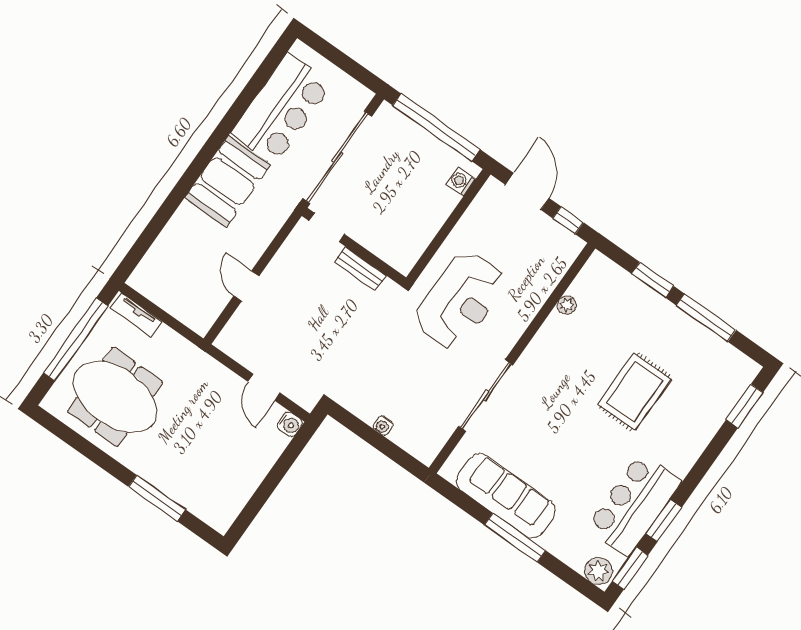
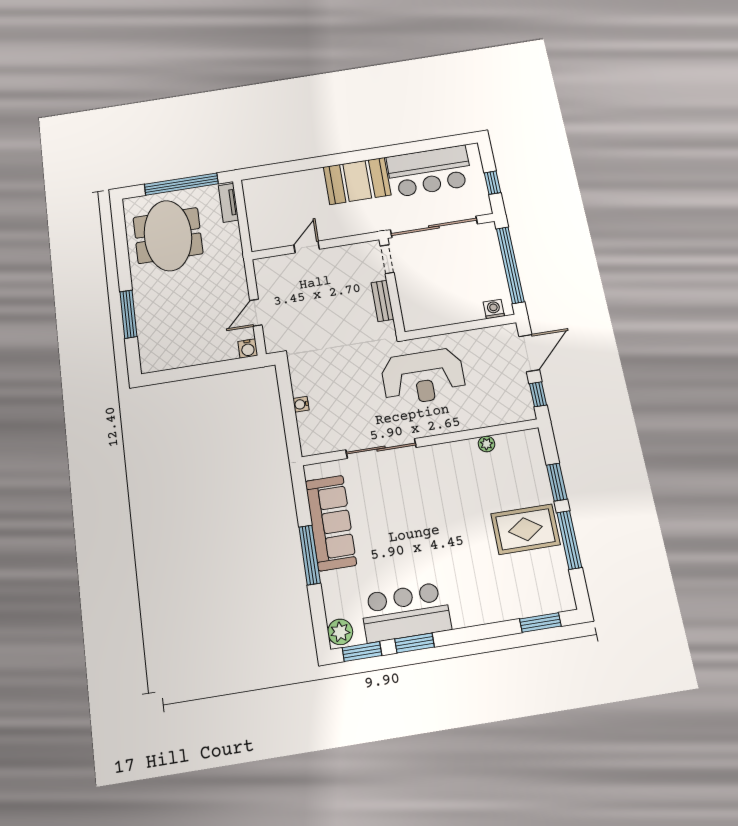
window: (347, 64) -> (493, 183), added
rug: (634, 392) -> (525, 529), moved

